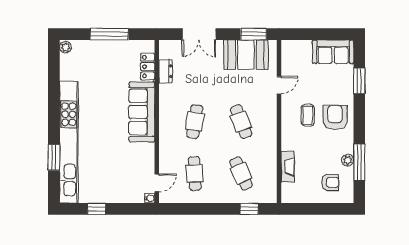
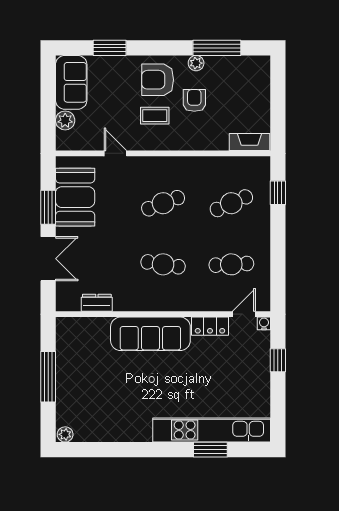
window: (253, 34) -> (48, 207), moved
plant: (304, 47) -> (65, 120), added
locker: (148, 67) -> (210, 326), moved
kitchen unit: (69, 142) -> (212, 430), width x0.73
plant: (348, 160) -> (196, 63), moved
fireplace: (288, 167) -> (249, 142), moved
armchair: (330, 182) -> (194, 100), moved
door: (157, 183) -> (244, 314), hinge flipped
window: (96, 209) -> (278, 360), moved

